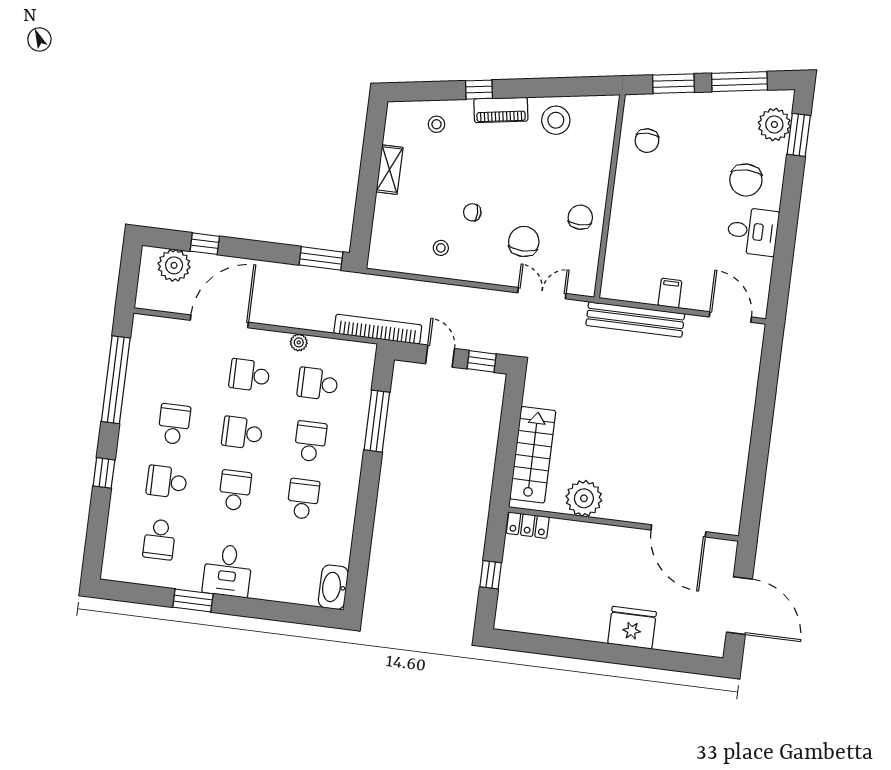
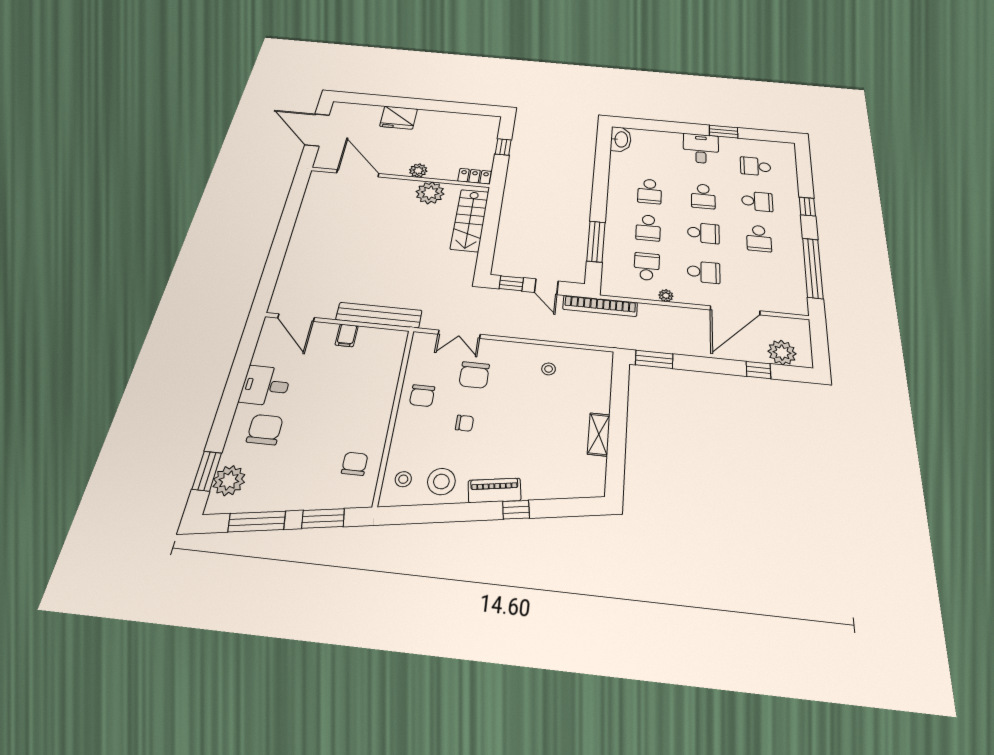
stool: (437, 124) -> (403, 479), moved
chair: (472, 212) -> (464, 423), moved
school desk: (318, 384) -> (647, 267), turned -90
plant: (601, 535) -> (418, 170), added
school desk: (159, 539) -> (756, 166), turned -90

